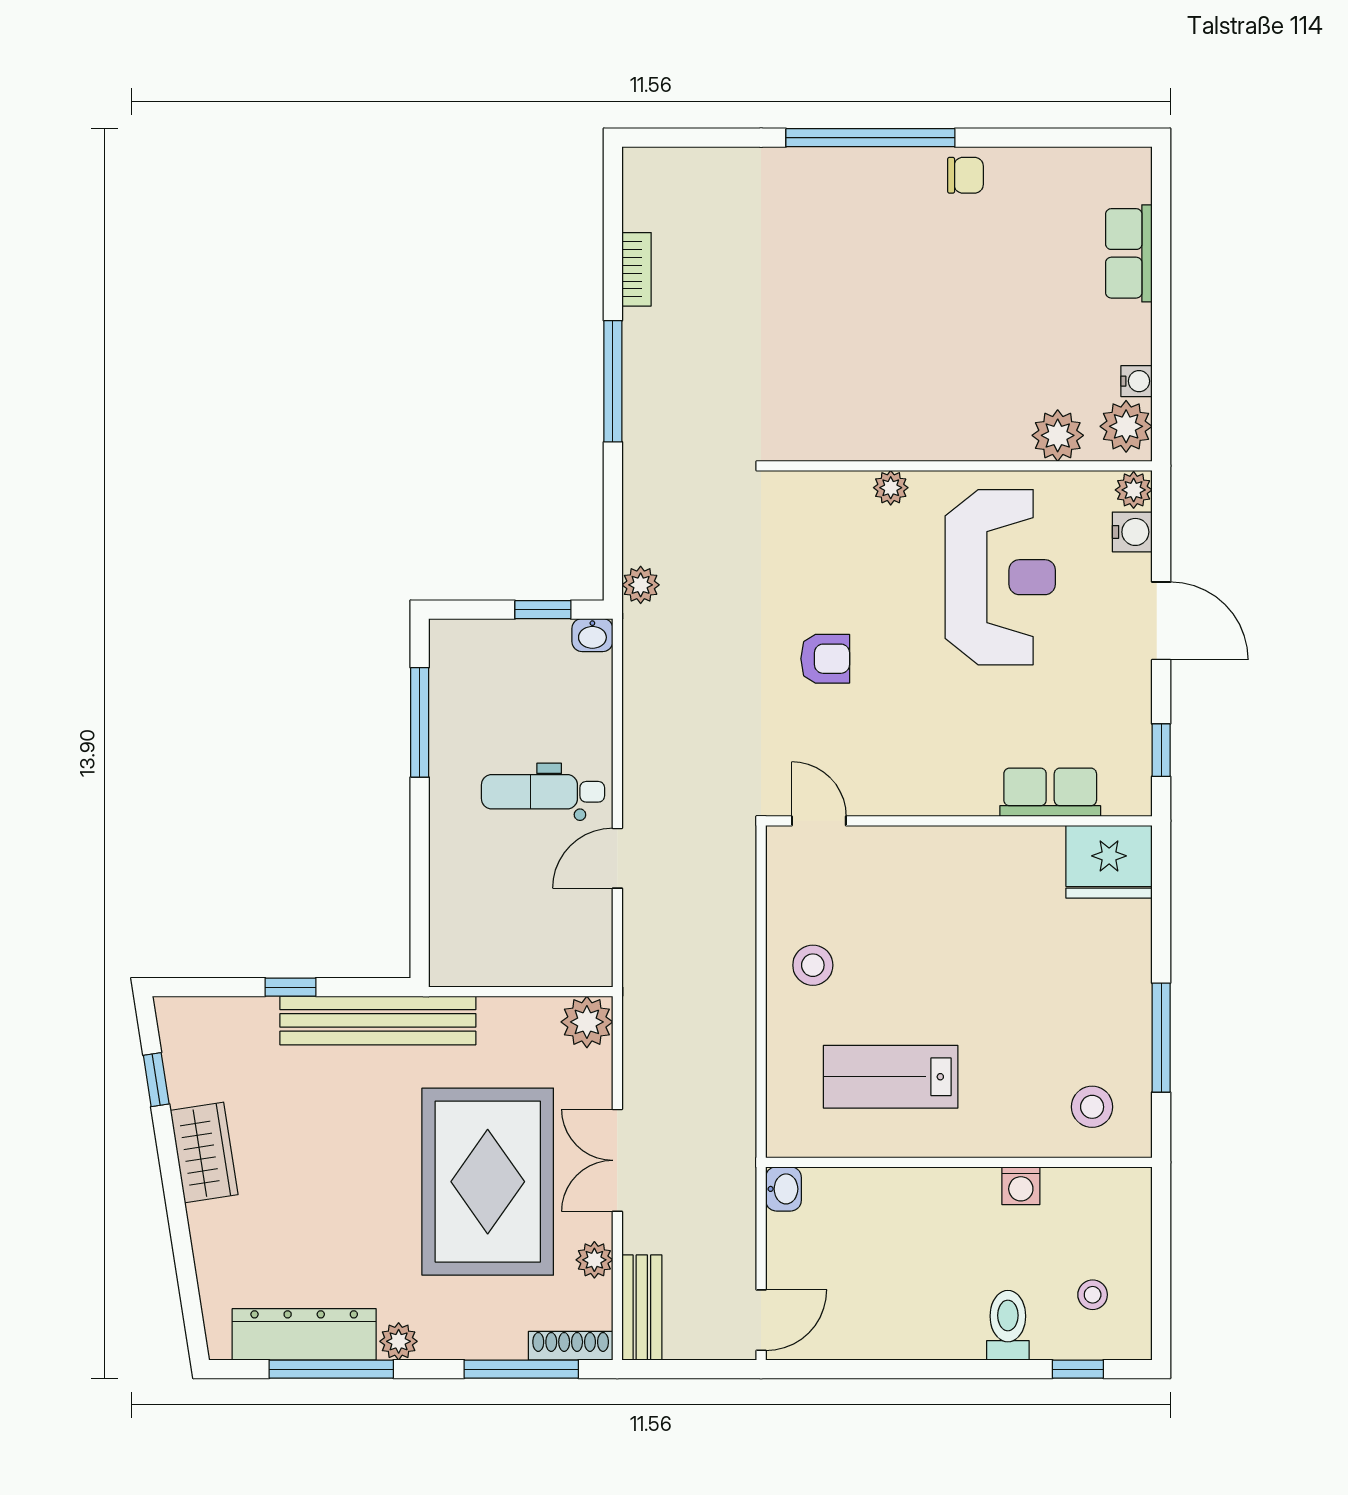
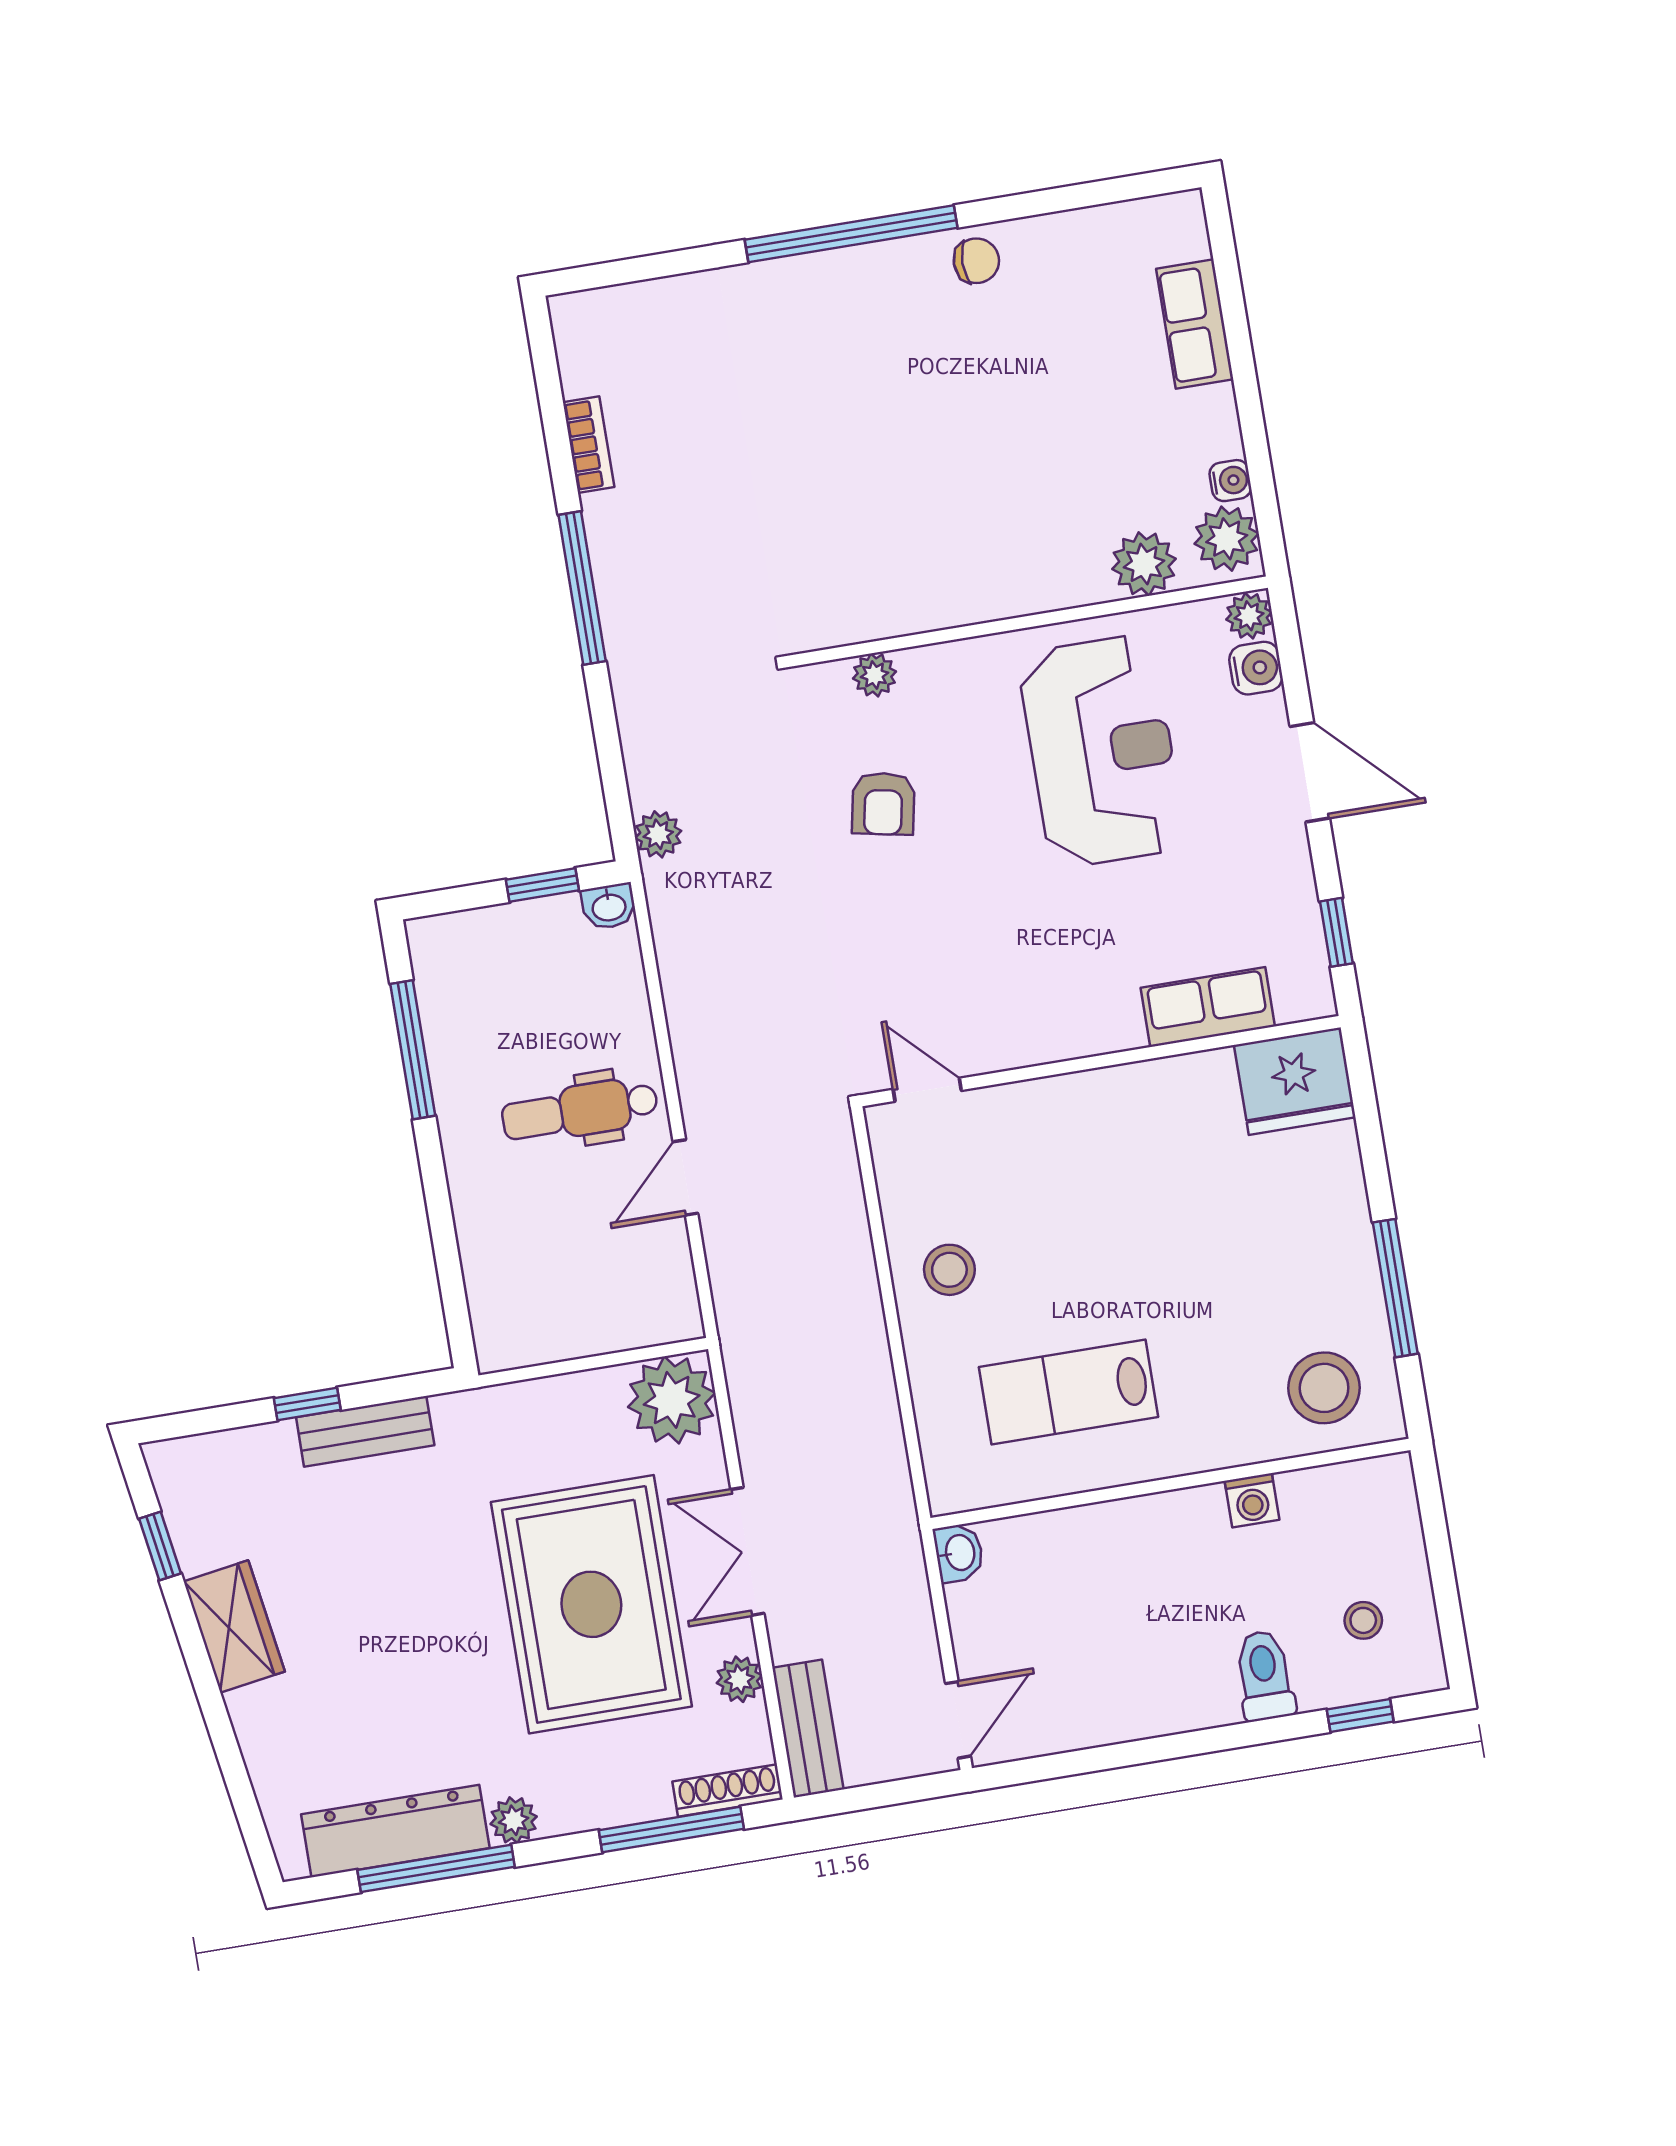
plant: (891, 488) -> (875, 675), moved
armchair: (825, 659) -> (883, 804), moved, turned 101
bench: (378, 1020) -> (365, 1431), width x0.54, depth x0.82
plant: (587, 1022) -> (672, 1400), width x1.36, depth x1.36
stool: (1092, 1107) -> (1324, 1388), width x1.38, depth x1.38

